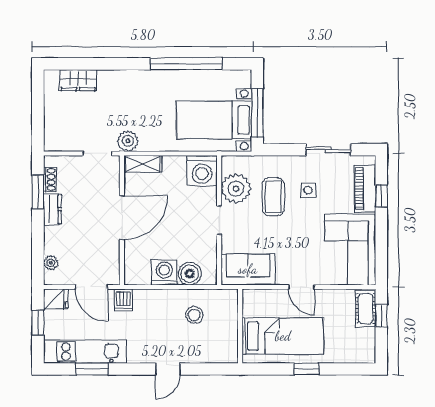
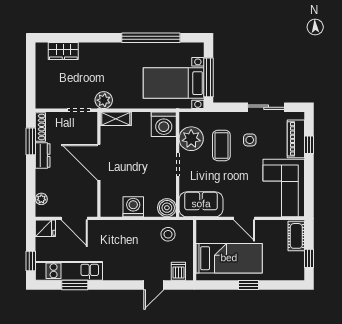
shoe rack: (50, 179) -> (40, 127), width x1.43
door: (122, 218) -> (99, 162), swing flipped
boiler: (190, 274) -> (167, 208), moved
dishwasher: (123, 300) -> (178, 271), moved, turned 180
stool: (194, 315) -> (168, 234), moved
window: (381, 316) -> (309, 258), moved
window: (38, 323) -> (31, 261), moved
door: (168, 369) -> (154, 285), moved

